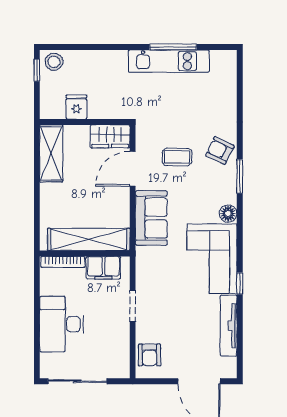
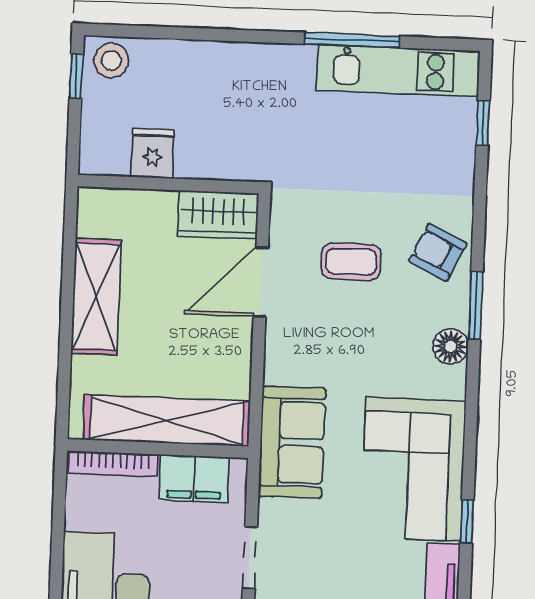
kitchen unit: (169, 61) -> (398, 71), moved
window: (240, 86) -> (483, 123), added
shelving: (51, 153) -> (96, 297), moved
floor lamp: (228, 214) -> (451, 346), moved
sofa: (151, 218) -> (292, 442), moved

